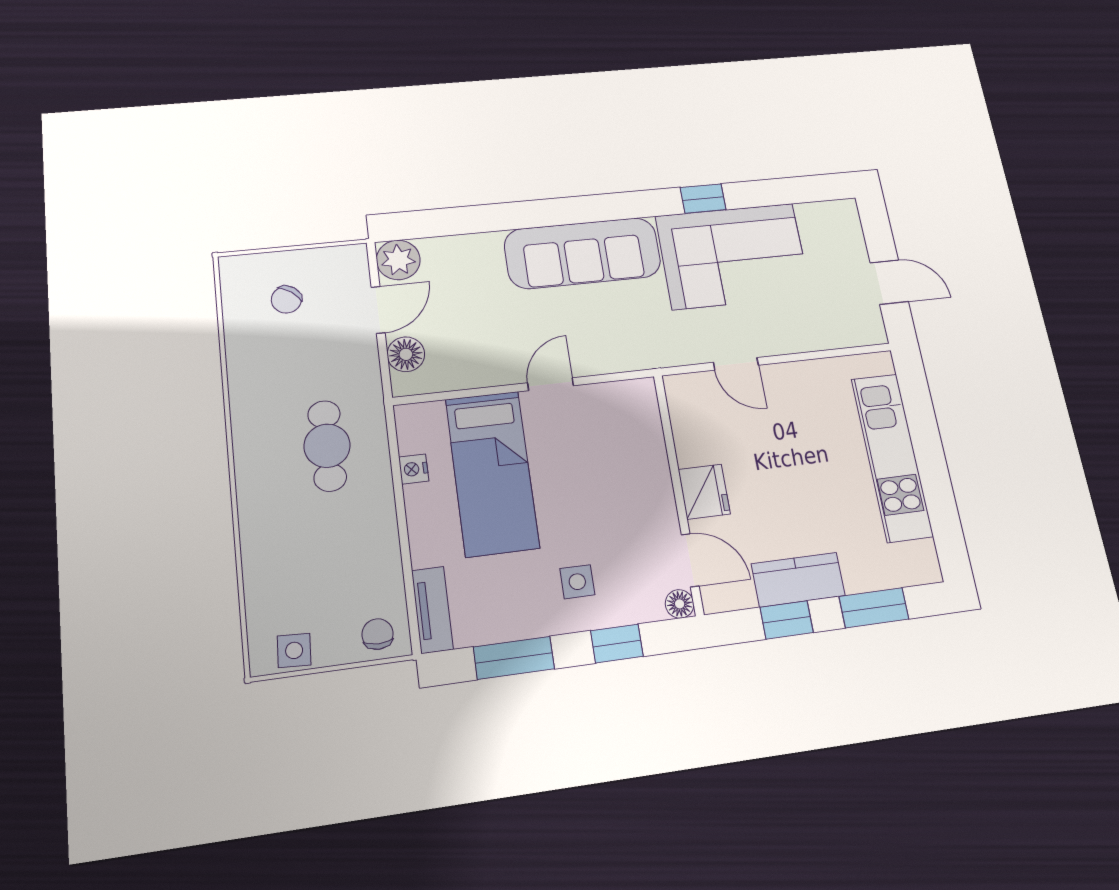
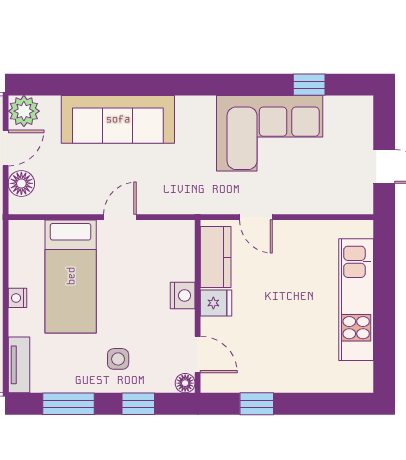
window: (703, 199) -> (309, 85), moved
sofa: (583, 253) -> (118, 119), moved
nightstand: (414, 469) -> (18, 298), moved
nightstand: (655, 480) -> (183, 295), added
fridge: (704, 492) -> (216, 303), width x0.72
kitchen counter: (798, 580) -> (216, 257), moved, turned 90
window: (874, 608) -> (319, 404), removed

